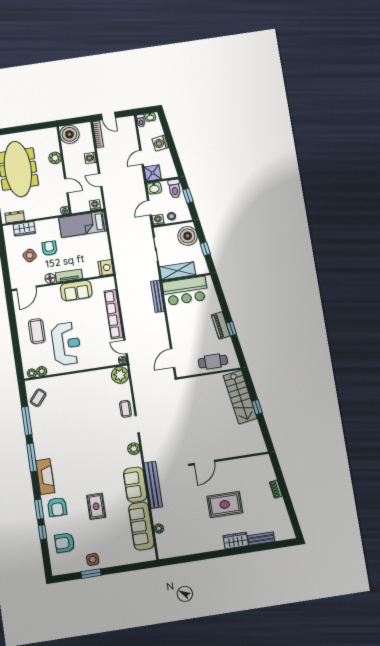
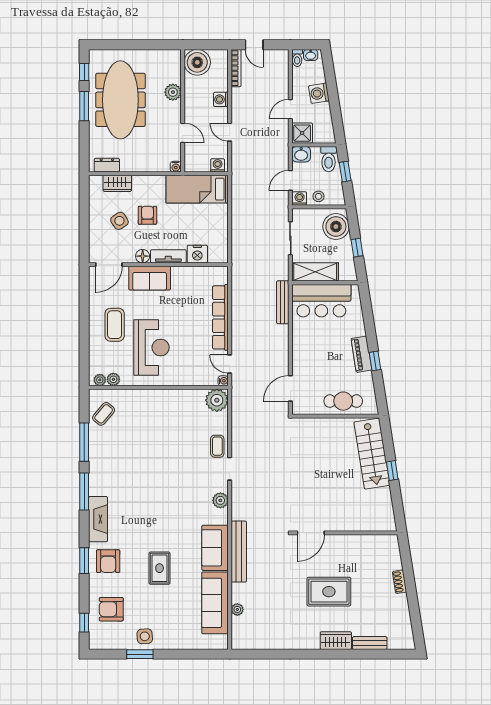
nightstand: (106, 268) -> (197, 254), moved, turned 90
sofa: (76, 291) -> (150, 278), moved
window: (42, 532) -> (84, 623), moved

